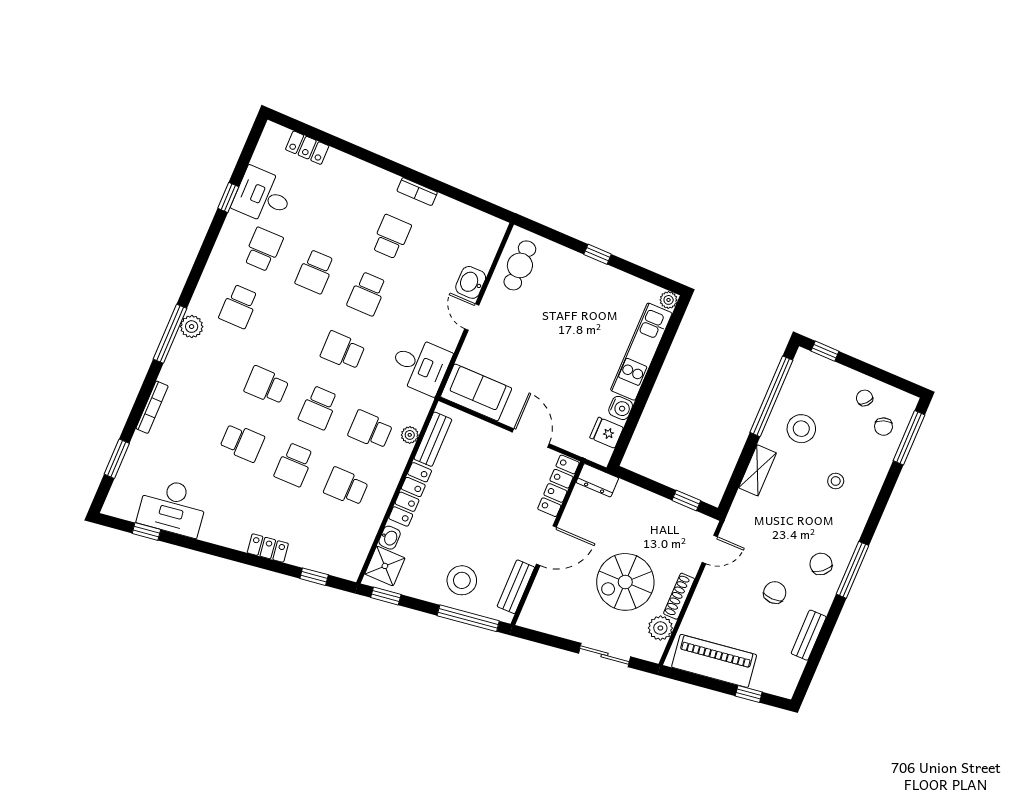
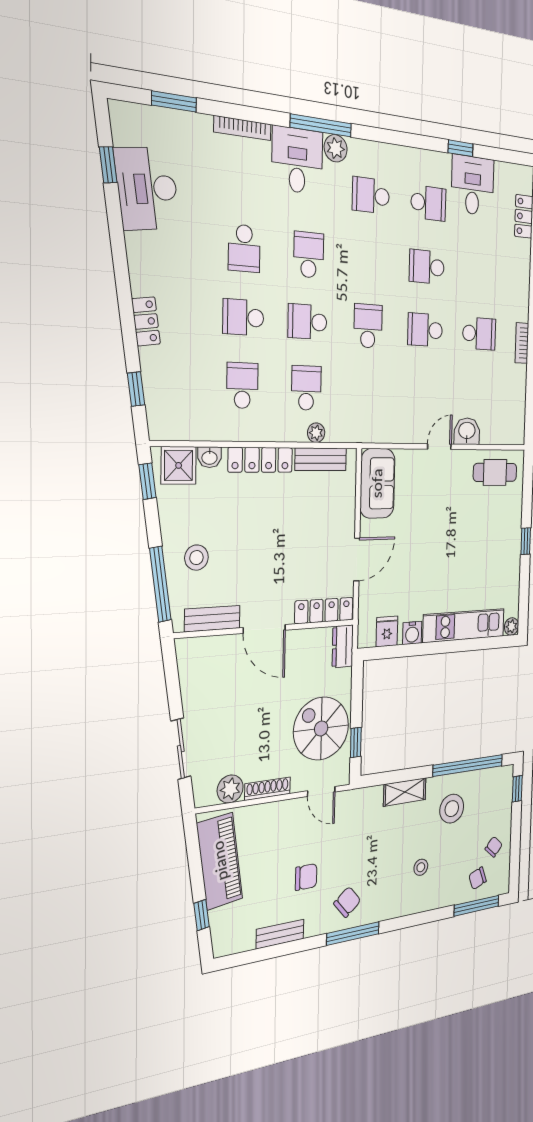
desk: (420, 365) -> (297, 160), moved, turned 180
stool: (462, 580) -> (196, 558), width x0.73, depth x0.73
spiral stairs: (625, 582) -> (321, 728), moved

